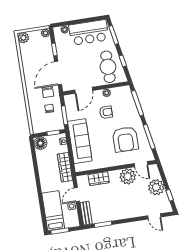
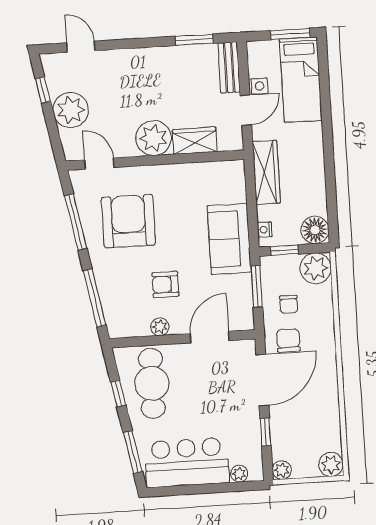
plant: (39, 126) -> (316, 268), added
sofa: (80, 141) -> (229, 239), width x0.73
plant: (128, 176) -> (154, 138), moved

